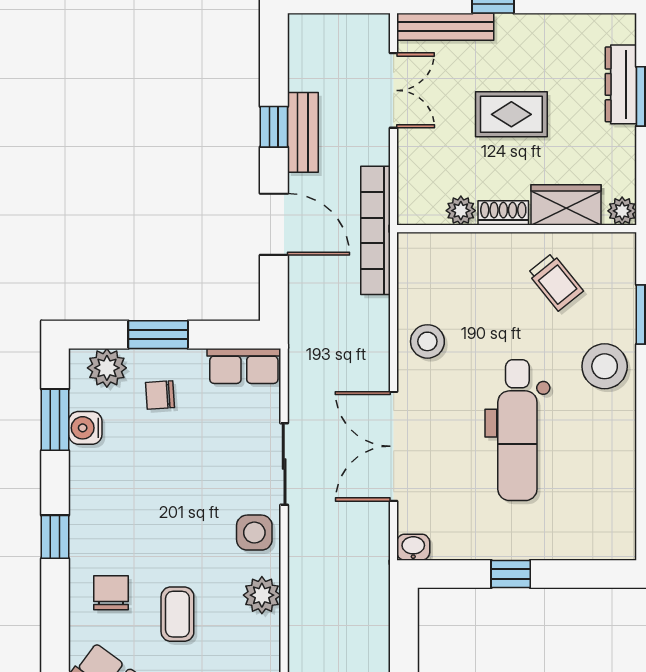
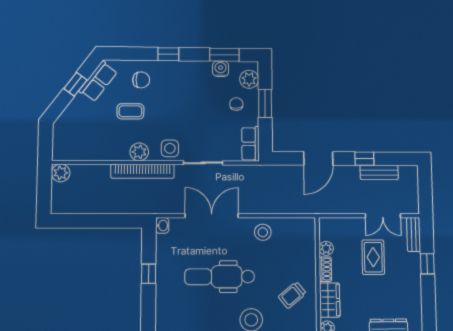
bench: (445, 27) -> (414, 234), width x0.73
rug: (511, 114) -> (373, 257), moved
bench: (303, 132) -> (379, 172), moved
bookcase: (376, 230) -> (142, 171), moved, turned 180

